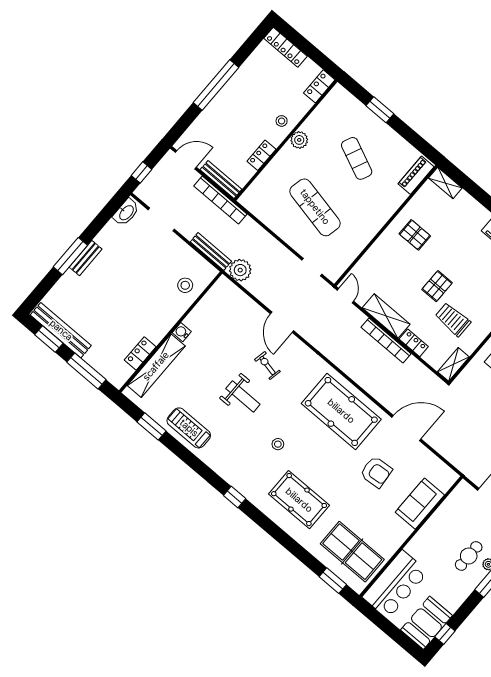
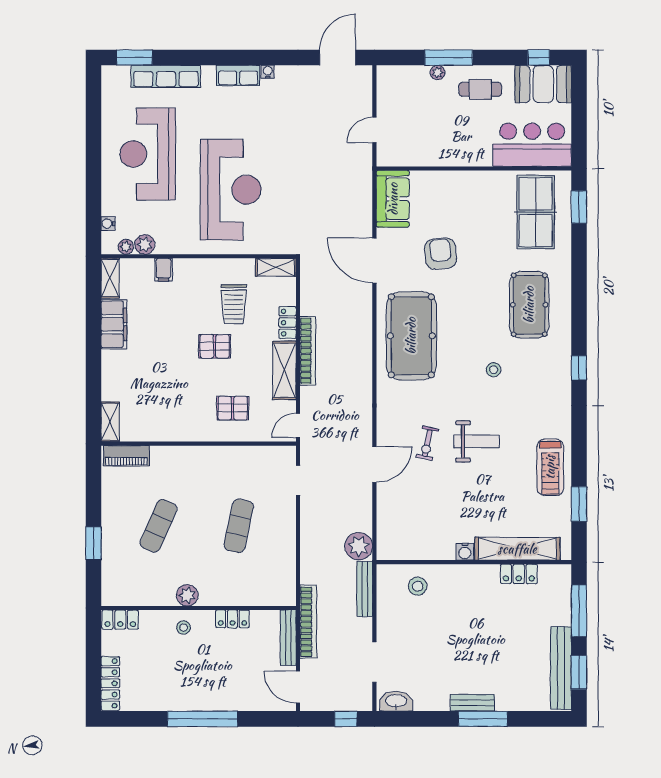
exercise mat: (315, 207) -> (239, 526), width x0.73, depth x0.69
pallet: (415, 235) -> (233, 408), moved, turned 90
weight bench: (243, 396) -> (477, 441), turned 90
sofa: (420, 504) -> (393, 199), moved, turned -90
cafe table: (469, 556) -> (480, 89), moved

